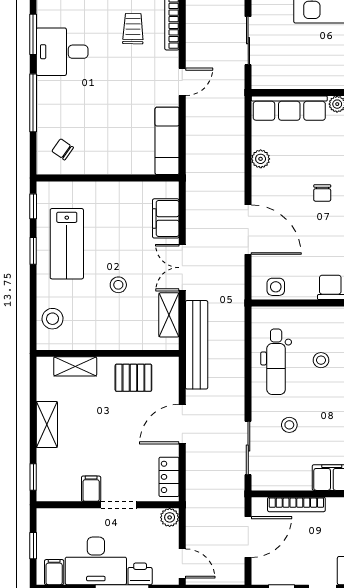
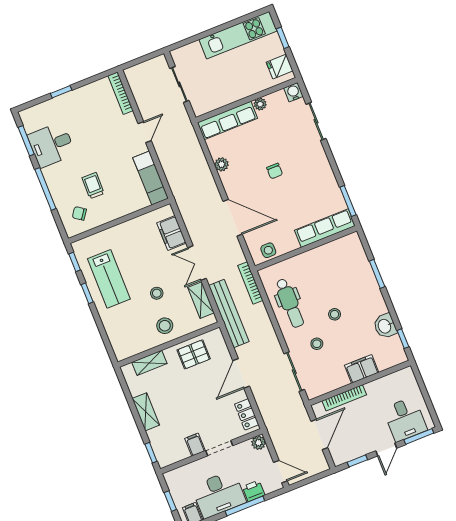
trolley: (133, 29) -> (93, 186), moved
bookcase: (238, 318) -> (250, 283), added
stool: (53, 319) -> (165, 326), moved
stool: (321, 360) -> (335, 314), moved

